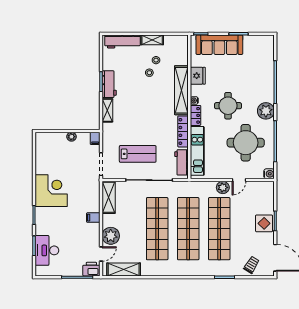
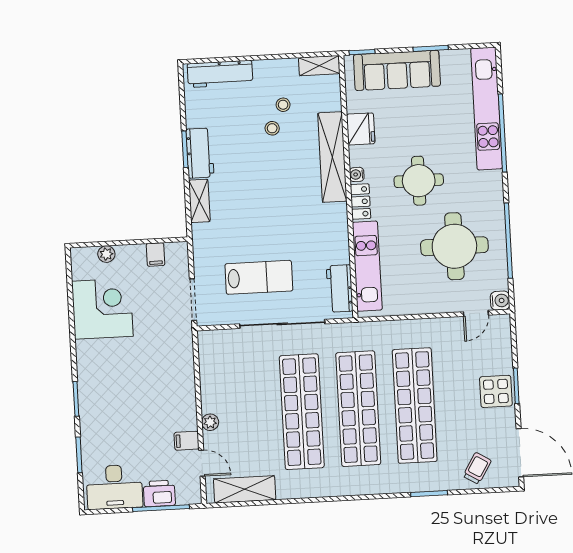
shelving: (152, 40) -> (319, 66), moved
kitchen unit: (267, 68) -> (487, 109), added
plant: (266, 111) -> (488, 186), removed
locker: (183, 131) -> (339, 232), removed
plant: (71, 137) -> (106, 254), moved
filing cabinet: (95, 138) -> (156, 255), moved
door: (239, 180) -> (476, 313), moved
plant: (223, 187) -> (417, 330), removed
corner desk: (51, 191) -> (102, 309), moved
shelving: (109, 197) -> (210, 359), removed
filing cabinet: (93, 218) -> (187, 441), moved
plant: (111, 236) -> (210, 422), width x0.53, depth x0.53
desk: (47, 250) -> (114, 487), moved, turned -90
door: (101, 254) -> (202, 463), hinge flipped
printer: (91, 269) -> (159, 493), moved

